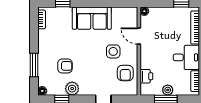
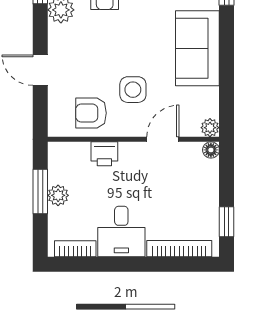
plant: (133, 12) -> (210, 128), added
printer: (146, 76) -> (104, 154), moved

